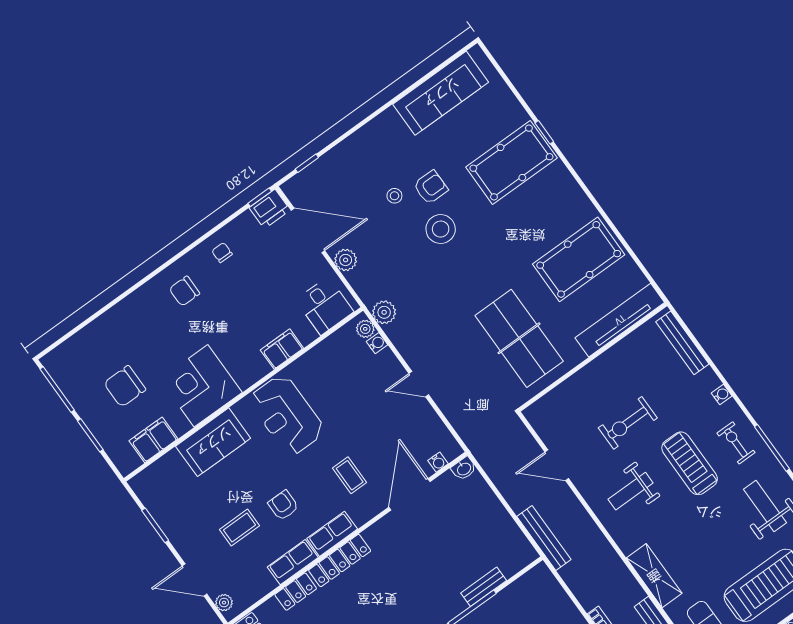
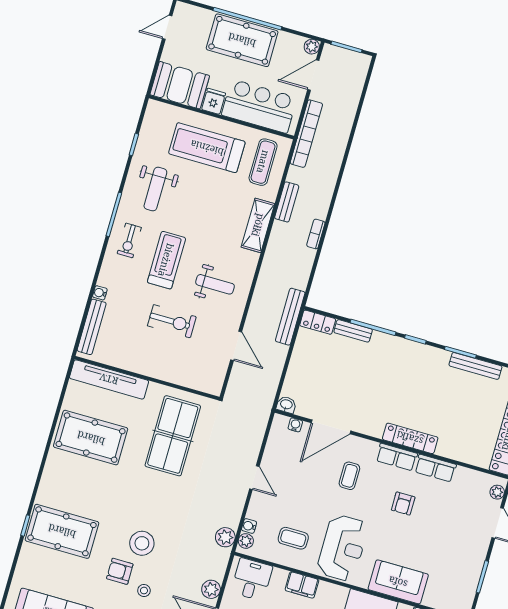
water cooler: (722, 395) -> (100, 293), moved
treadmill: (690, 463) -> (166, 260), turned 180
coffee table: (239, 528) -> (293, 538), moved
locker: (296, 592) -> (318, 322), moved, turned 180

